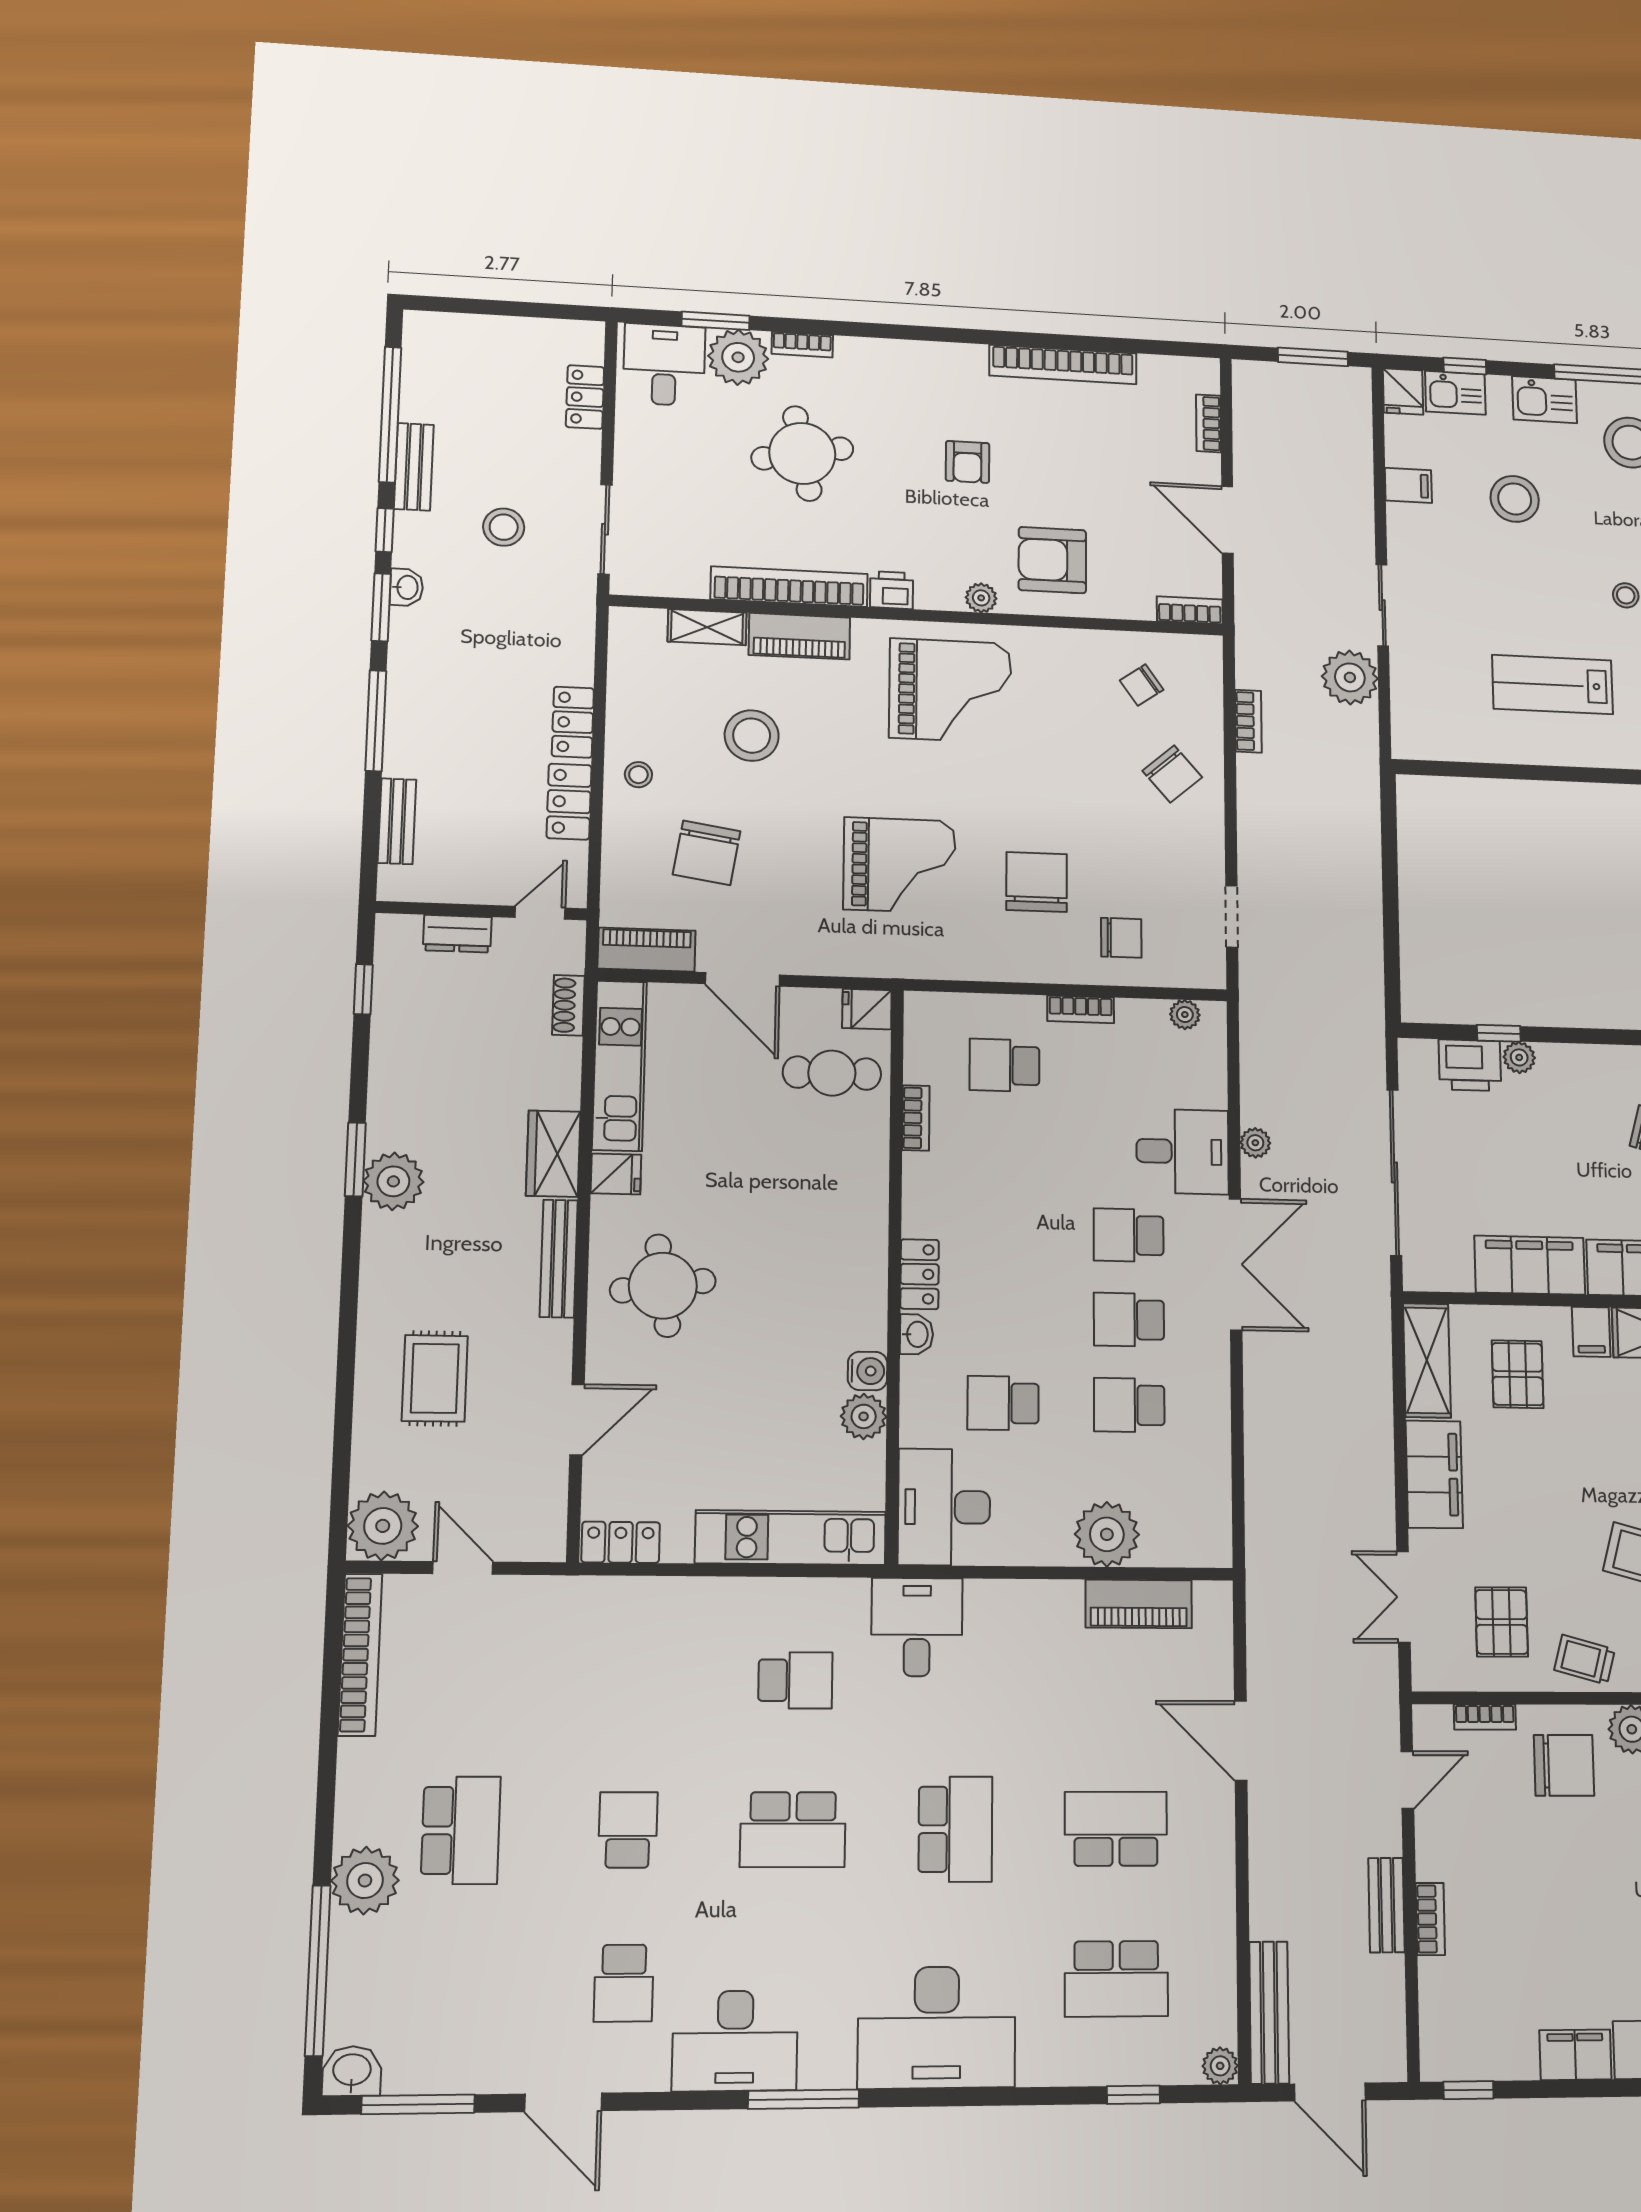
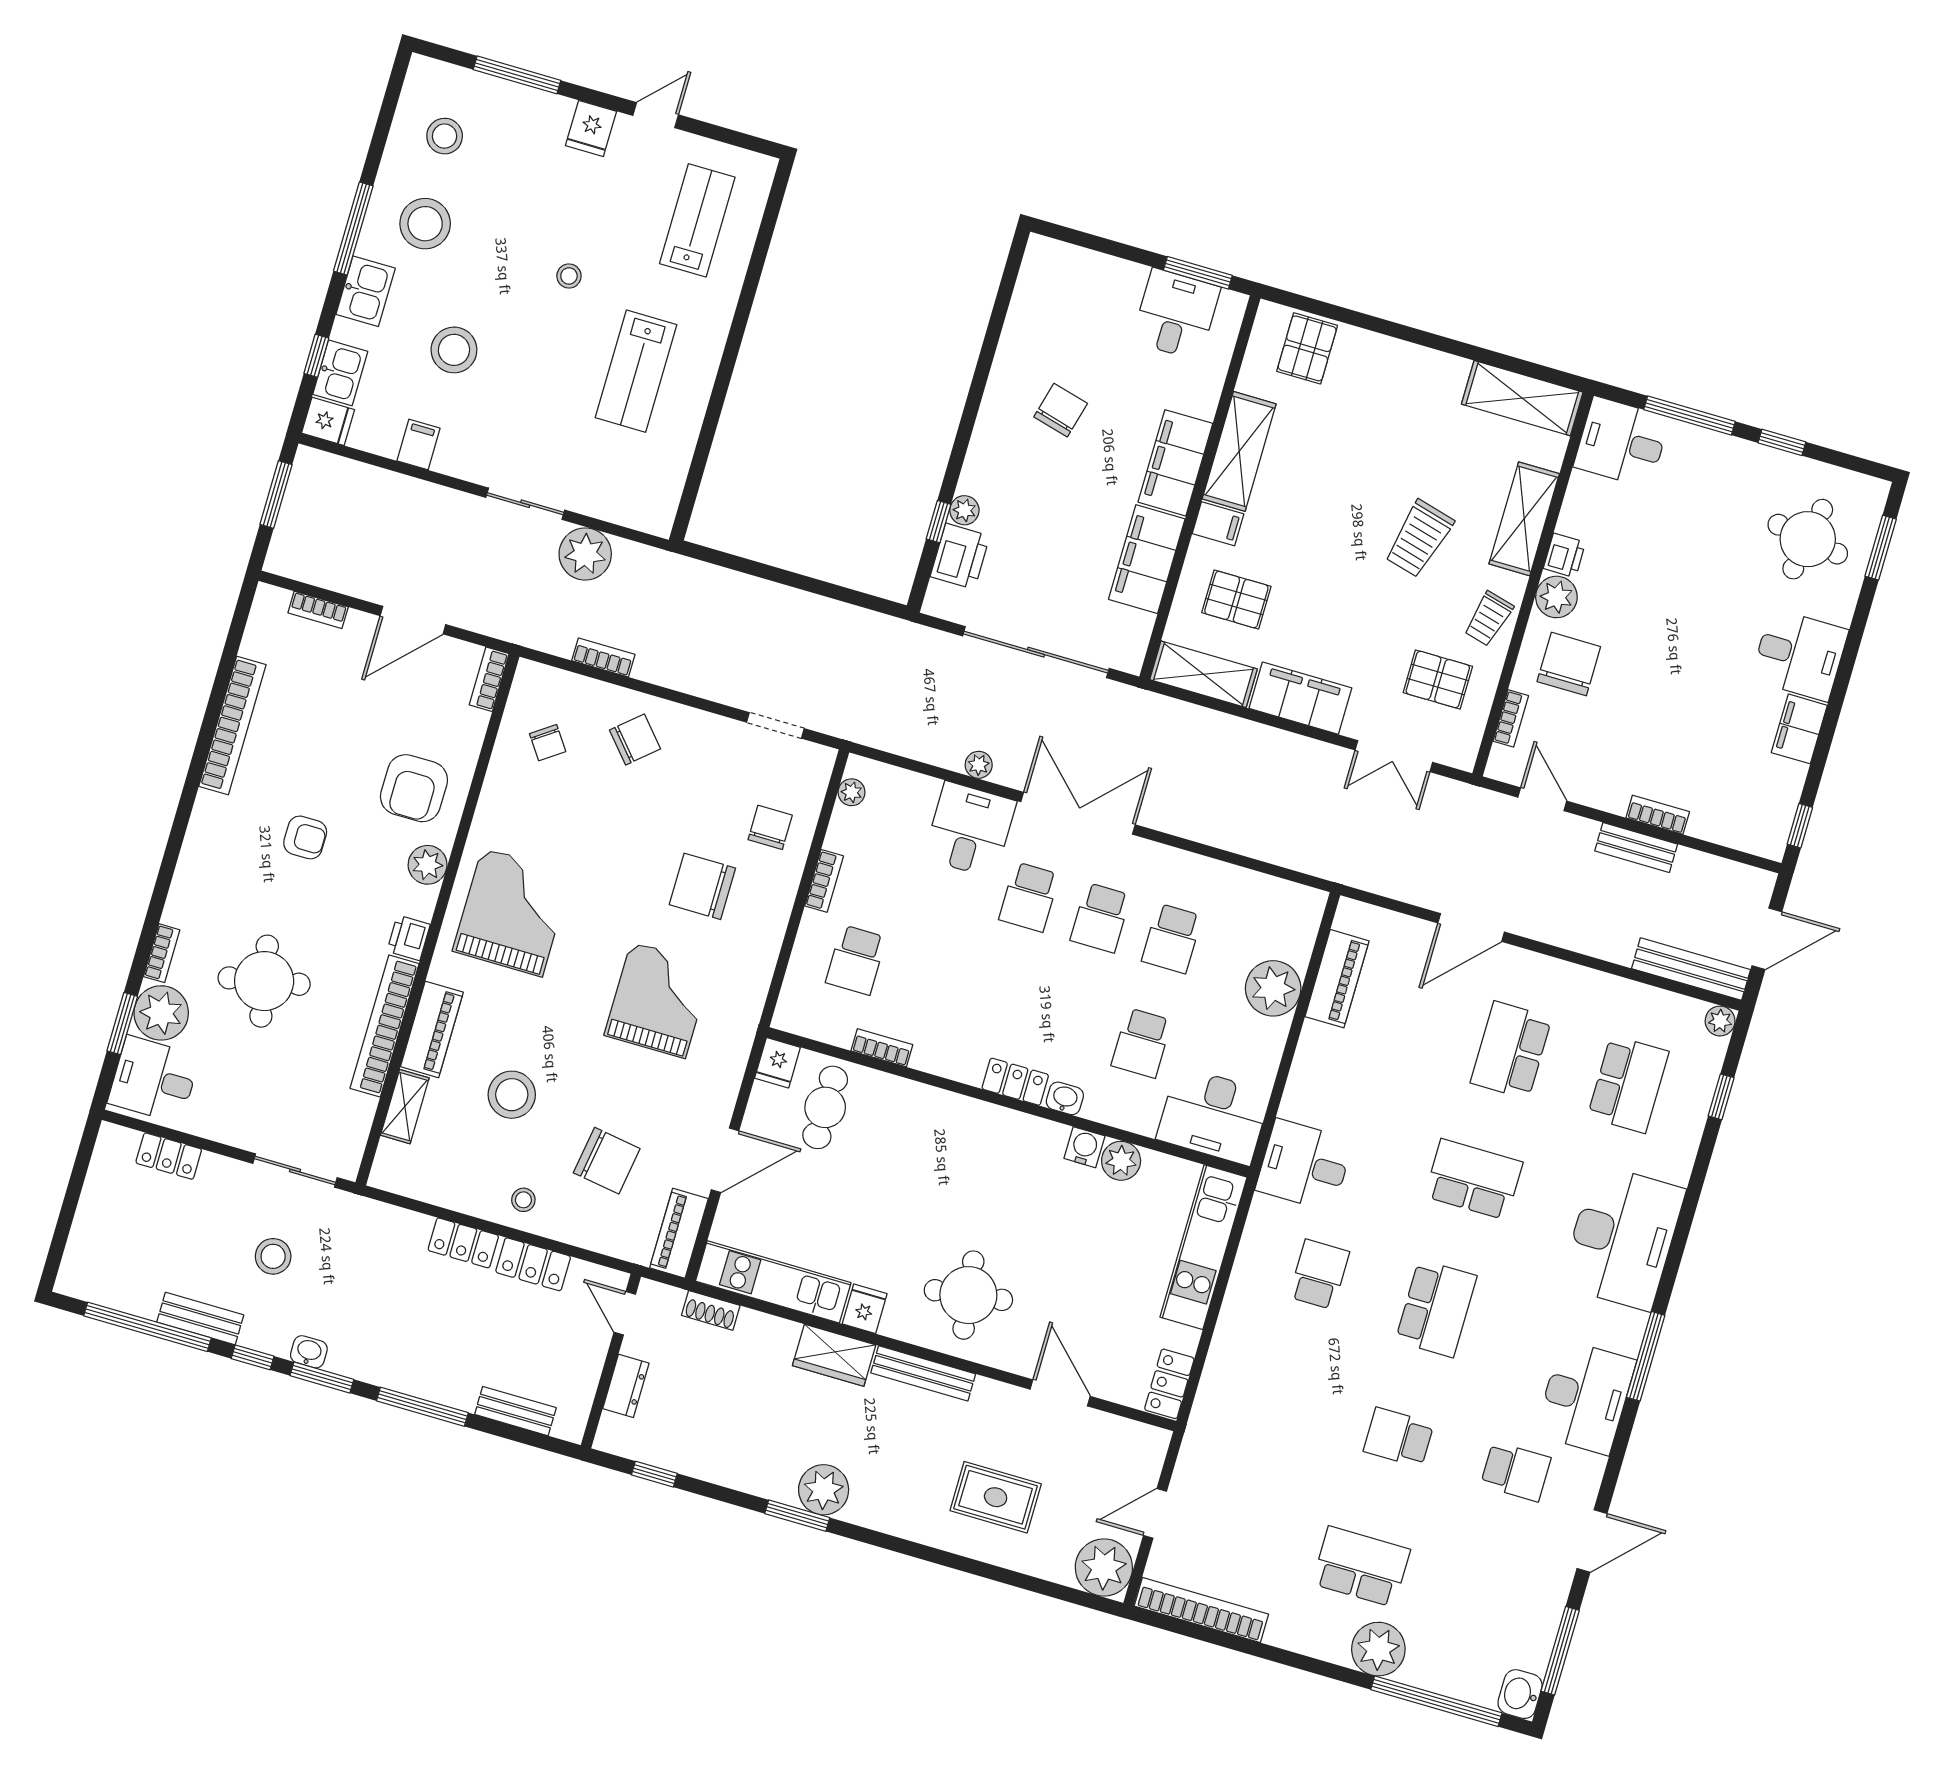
plant: (981, 598) -> (428, 865), width x1.38, depth x1.38

